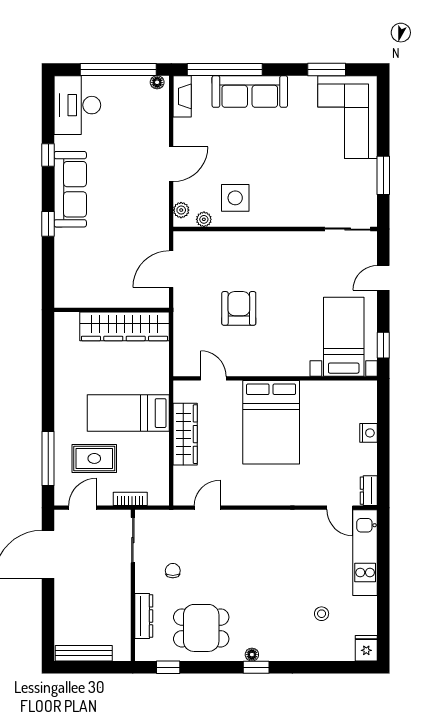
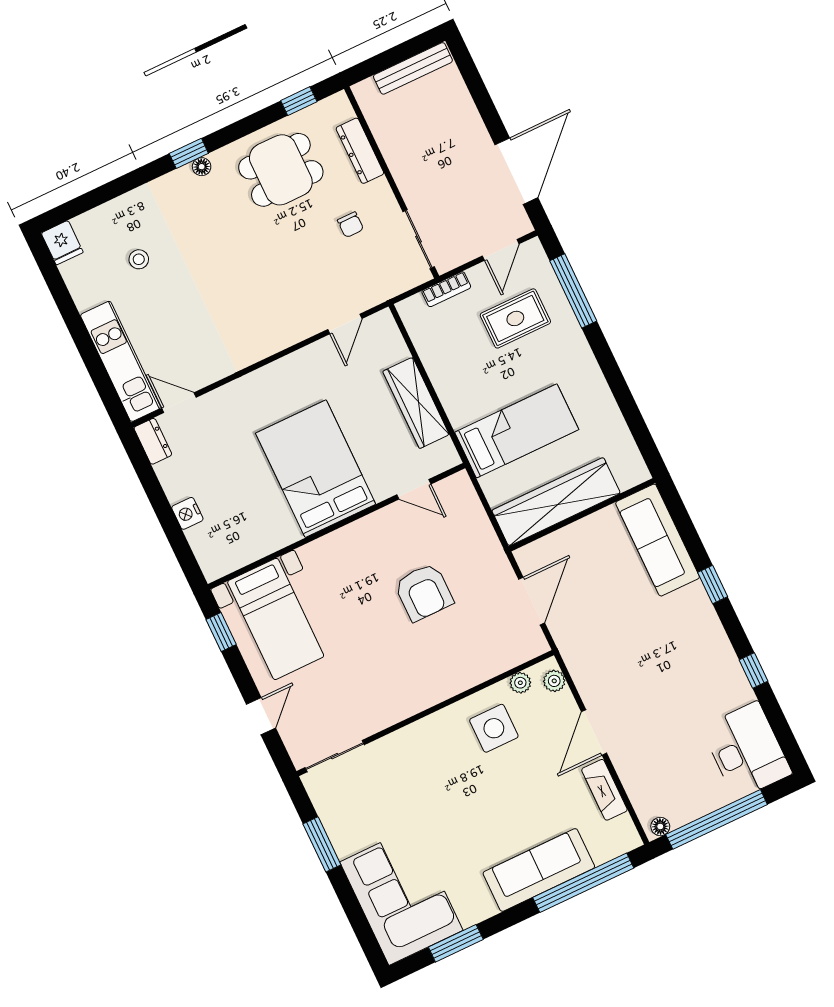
fireplace: (182, 96) -> (604, 790), moved
sofa: (70, 189) -> (658, 540), moved
bed: (128, 413) -> (517, 431), moved

